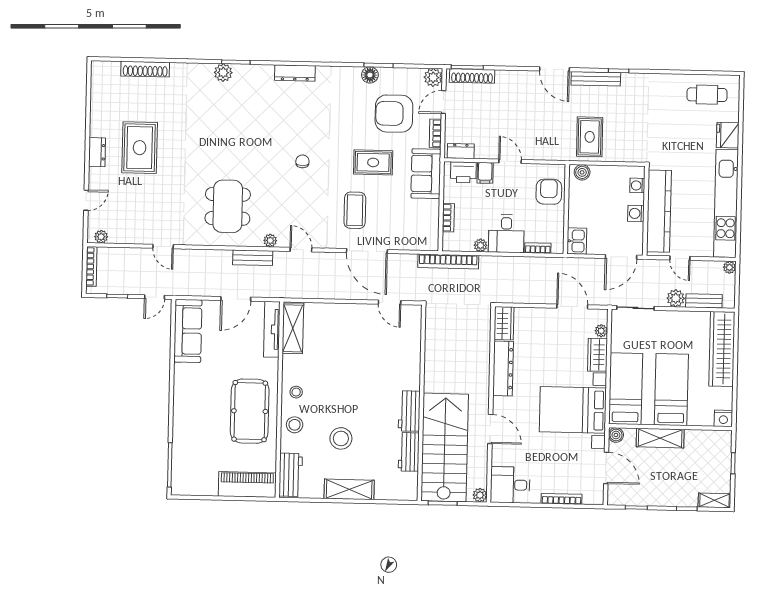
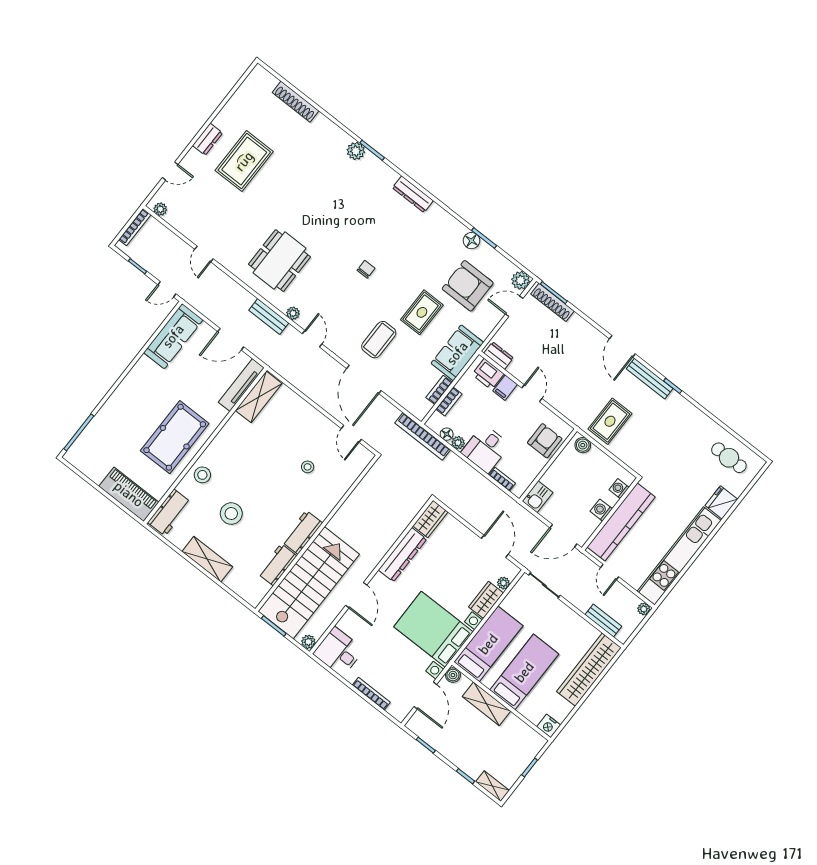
bookcase: (435, 133) -> (439, 390), moved
rug: (373, 162) -> (422, 312), turned 90
floor lamp: (466, 245) -> (447, 434), added
plant: (676, 298) -> (582, 602), removed
stool: (296, 392) -> (308, 467), moved

